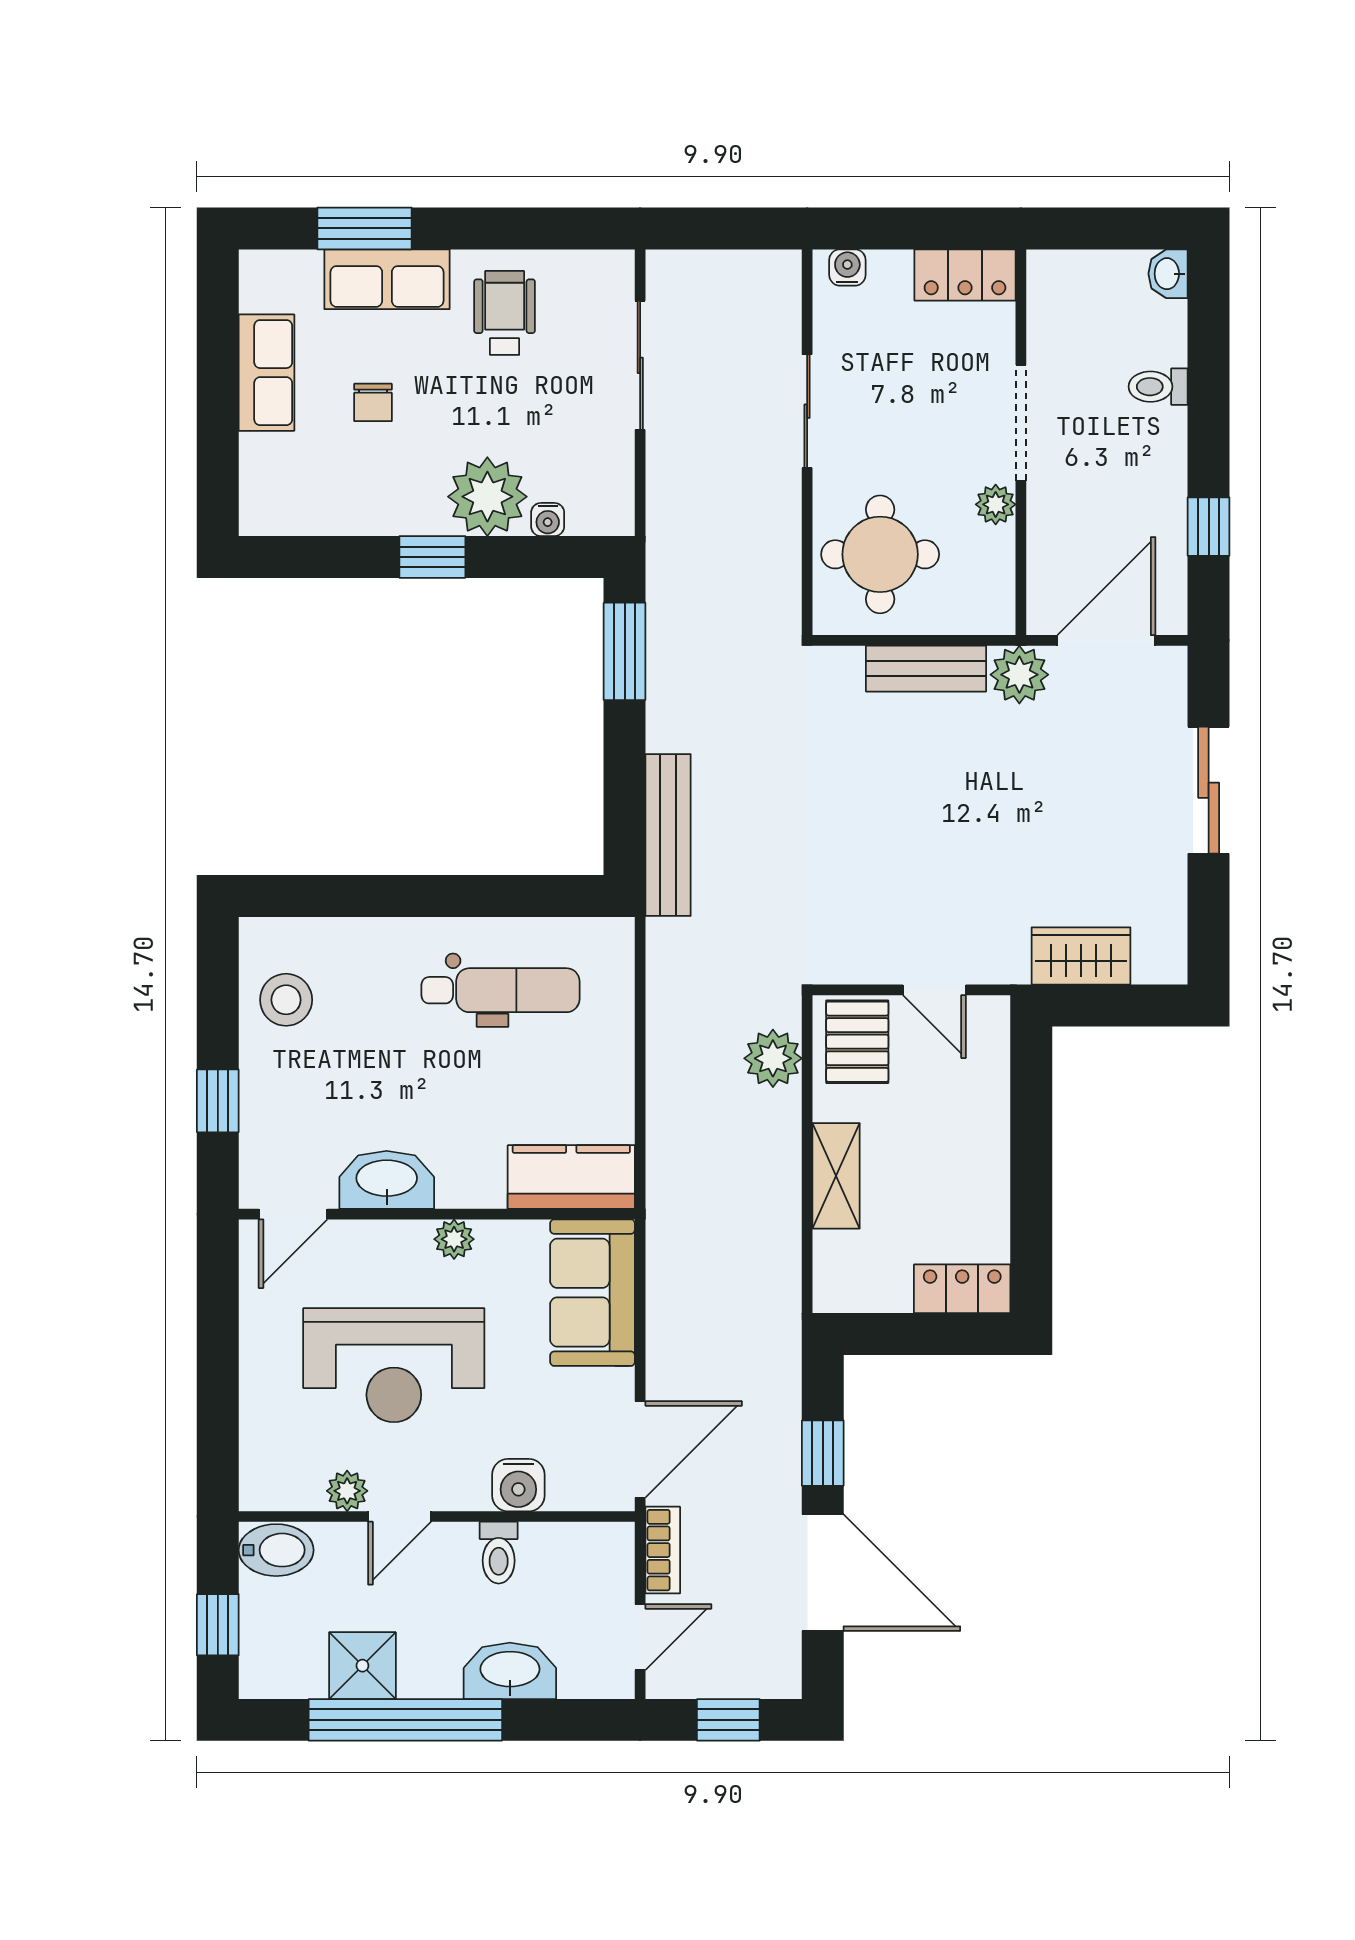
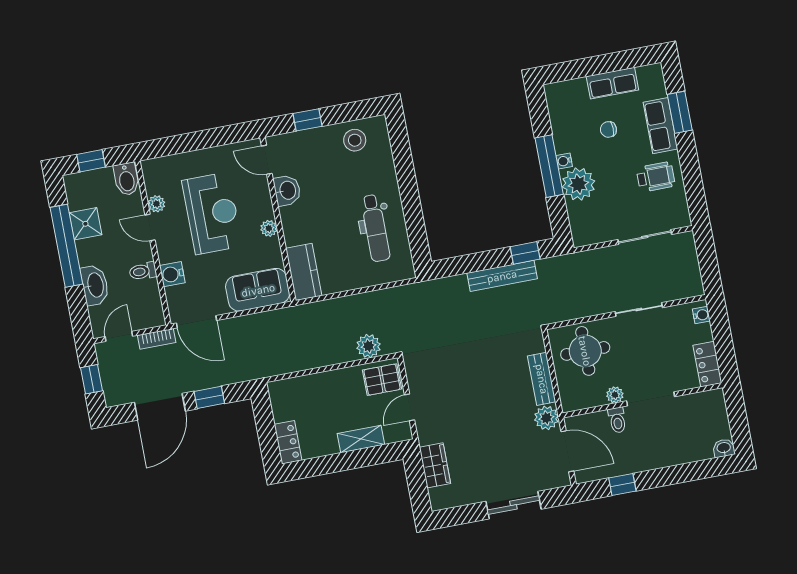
toilet: (1158, 387) -> (617, 420), moved, turned 180
water cooler: (548, 520) -> (564, 161), moved
window: (432, 557) -> (549, 166), width x2.17
window: (625, 651) -> (525, 253), width x0.67
bench: (668, 835) -> (502, 276), moved
shelving: (836, 1176) -> (361, 439), moved
washbasin: (387, 1180) -> (287, 190), width x0.72
reception desk: (394, 1365) -> (212, 213), turned 180
door: (640, 1637) -> (119, 336), swing flipped

